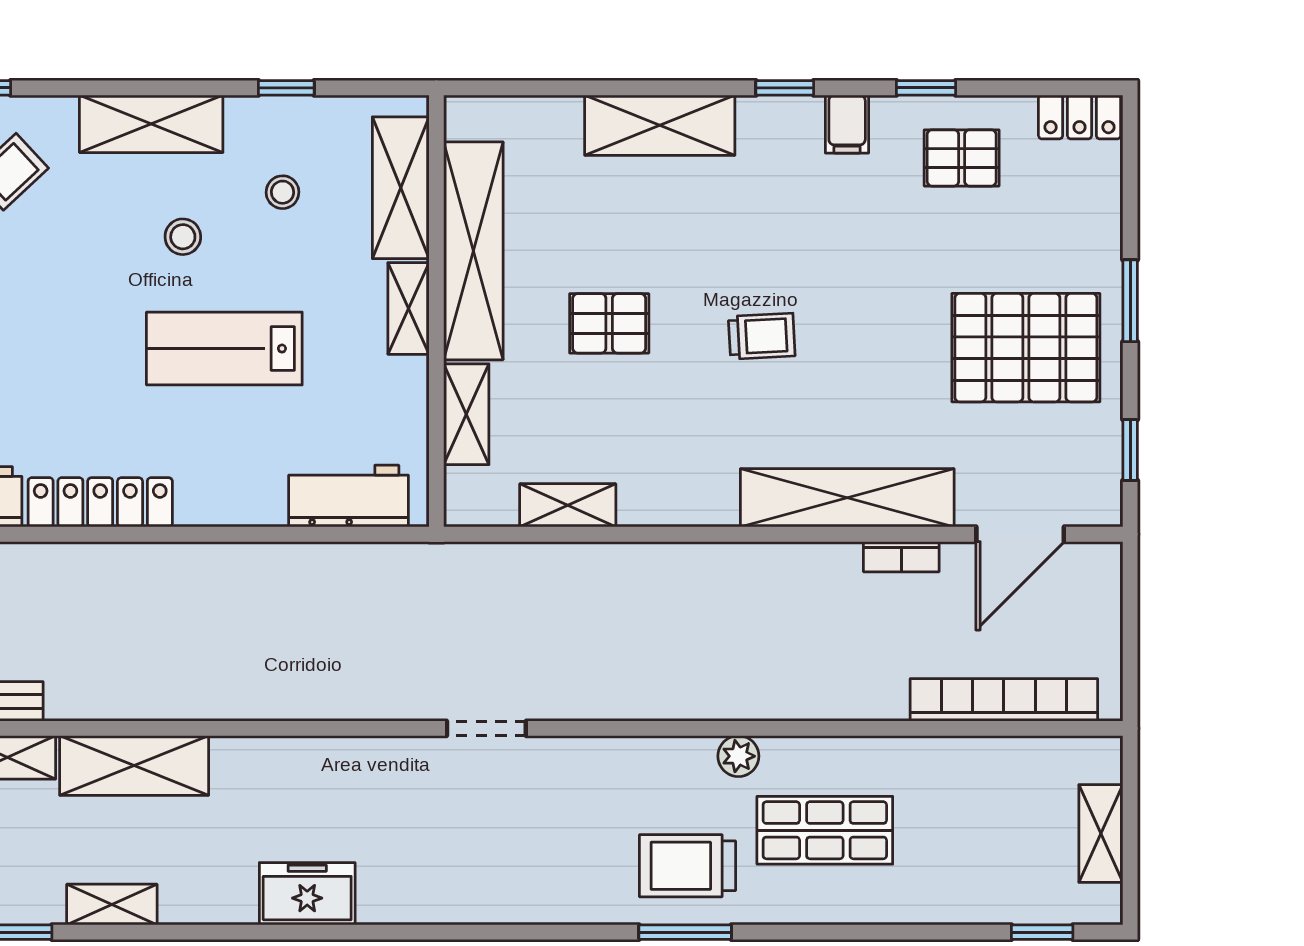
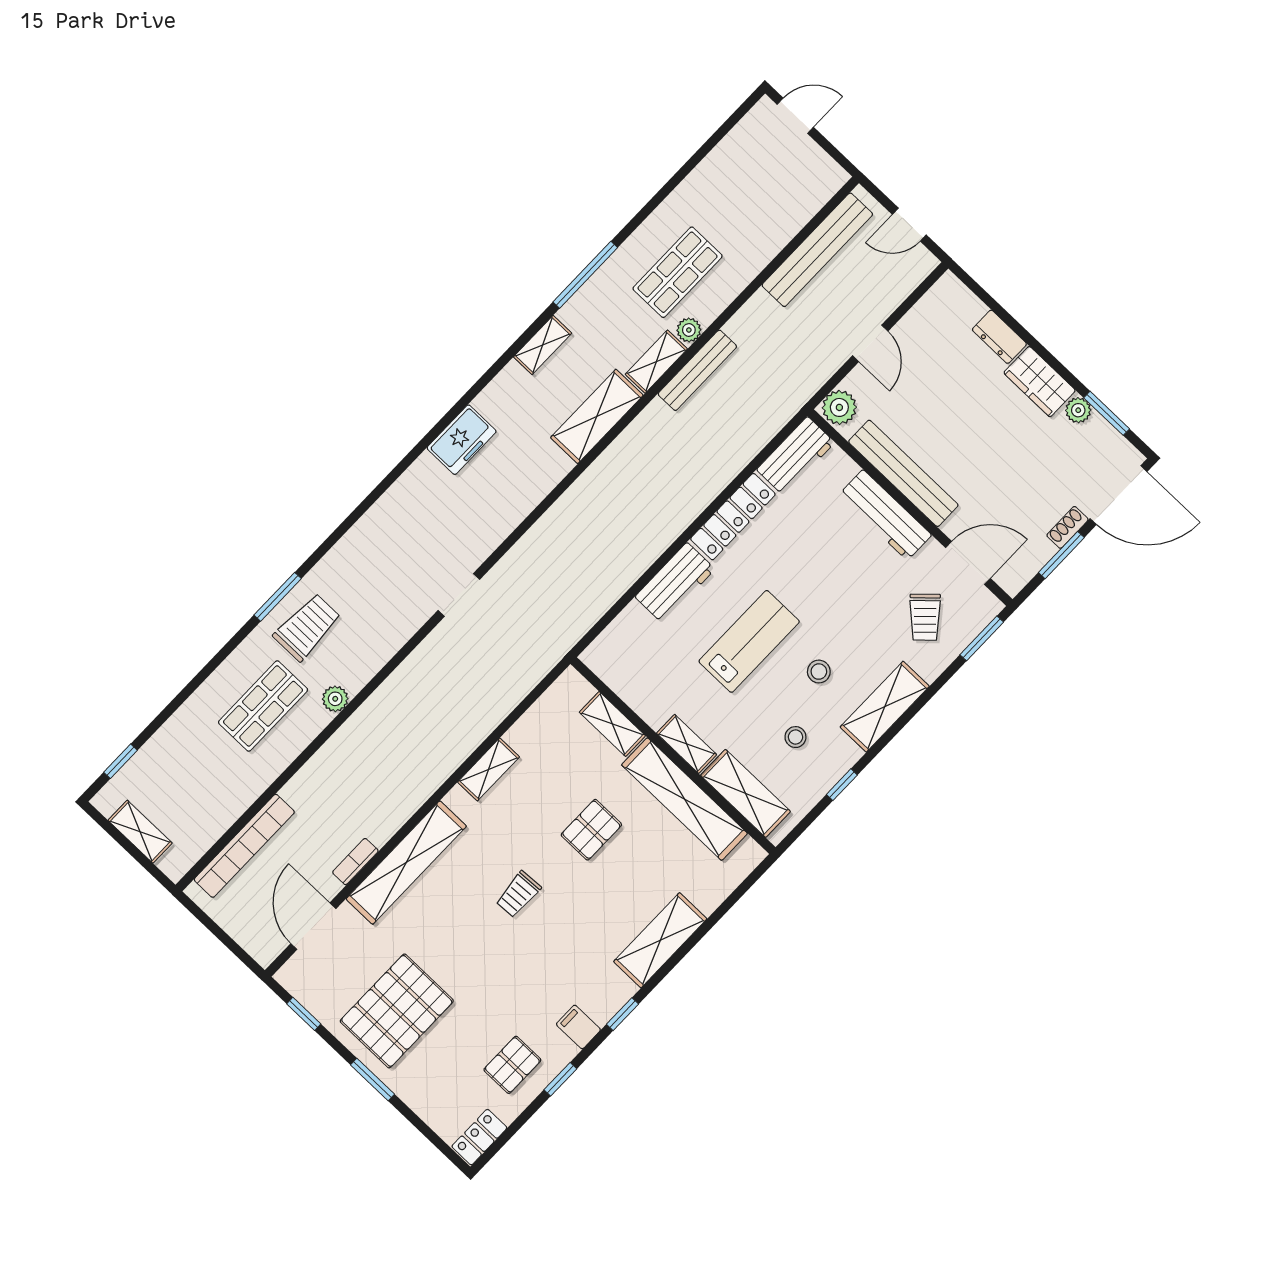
workbench: (349, 496) -> (675, 583), moved
shelving: (568, 505) -> (489, 769), moved

